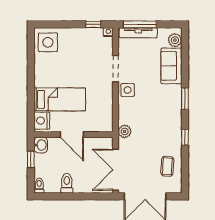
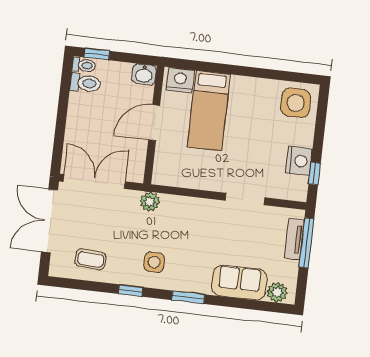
nightstand: (108, 32) -> (299, 161), moved, width x1.89, depth x1.79
tv unit: (138, 33) -> (294, 239), width x0.71
side table: (128, 90) -> (154, 262), moved
window: (31, 159) -> (97, 54), moved
toilet: (67, 183) -> (85, 83), moved

